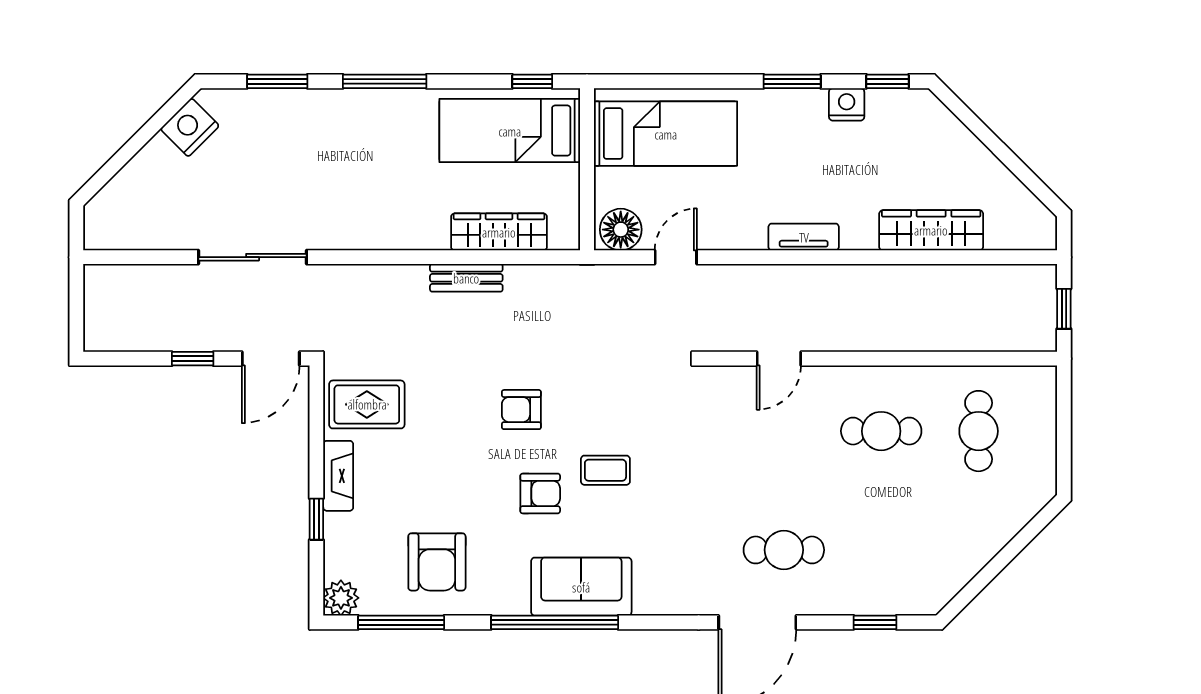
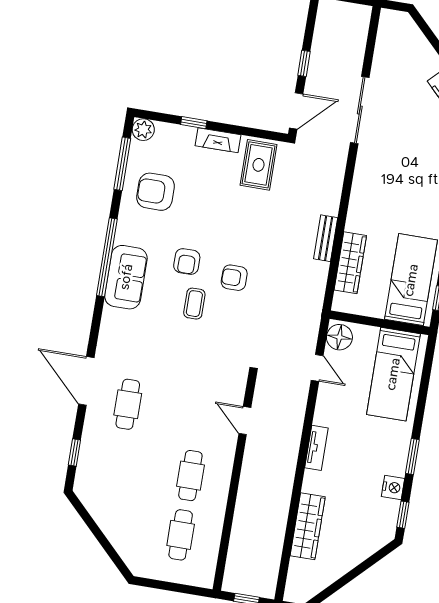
door: (271, 359) -> (296, 111), swing flipped
armchair: (521, 410) -> (234, 278), moved, turned -90
cafe table: (979, 431) -> (181, 535), turned 90

